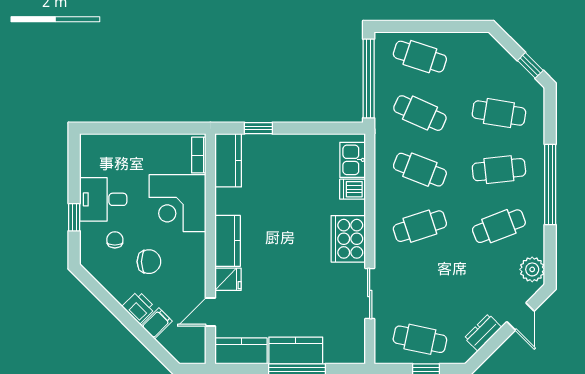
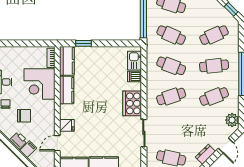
cafe table: (499, 113) -> (214, 35), turned -33
kitchen counter: (228, 241) -> (67, 90), moved

